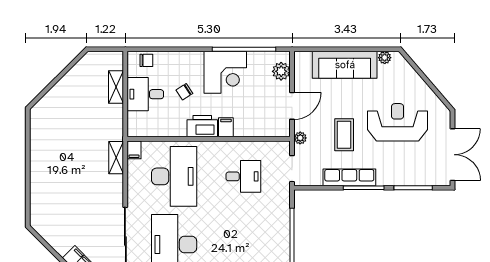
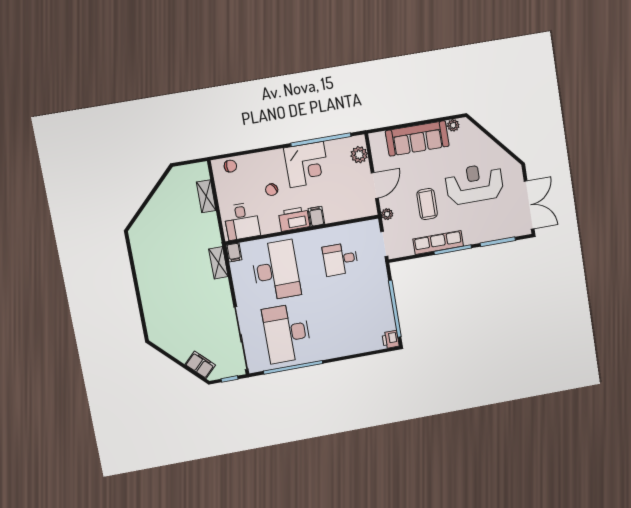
desk: (145, 94) -> (242, 221), moved, turned -90
desk: (243, 176) -> (340, 259), turned 180

